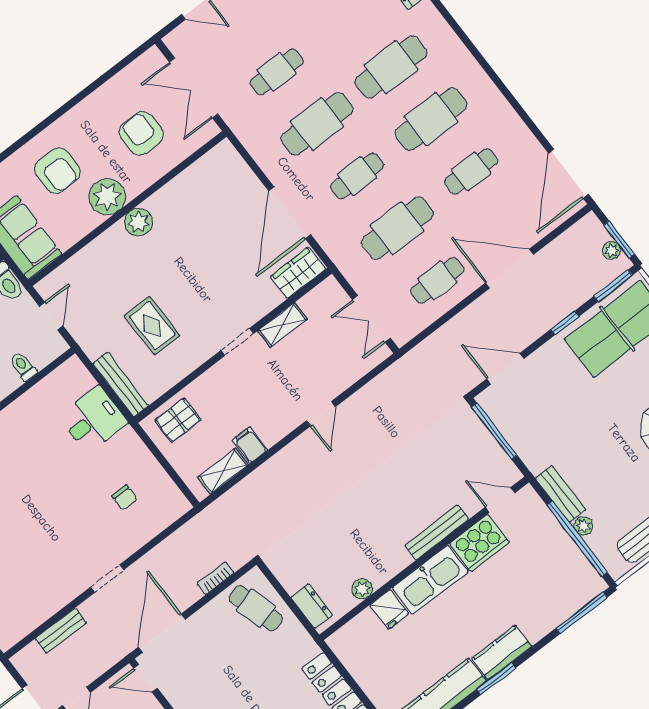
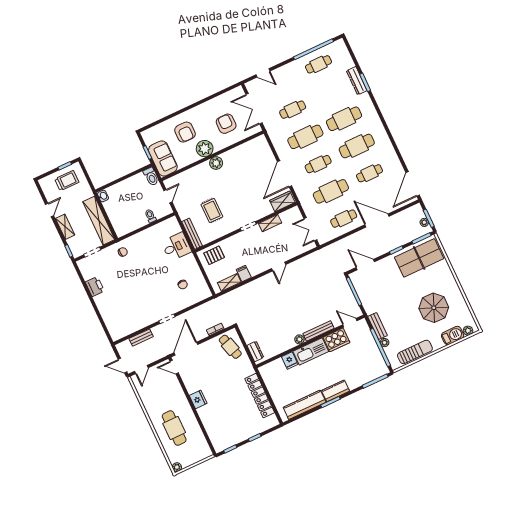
plant: (362, 589) -> (299, 339), moved

